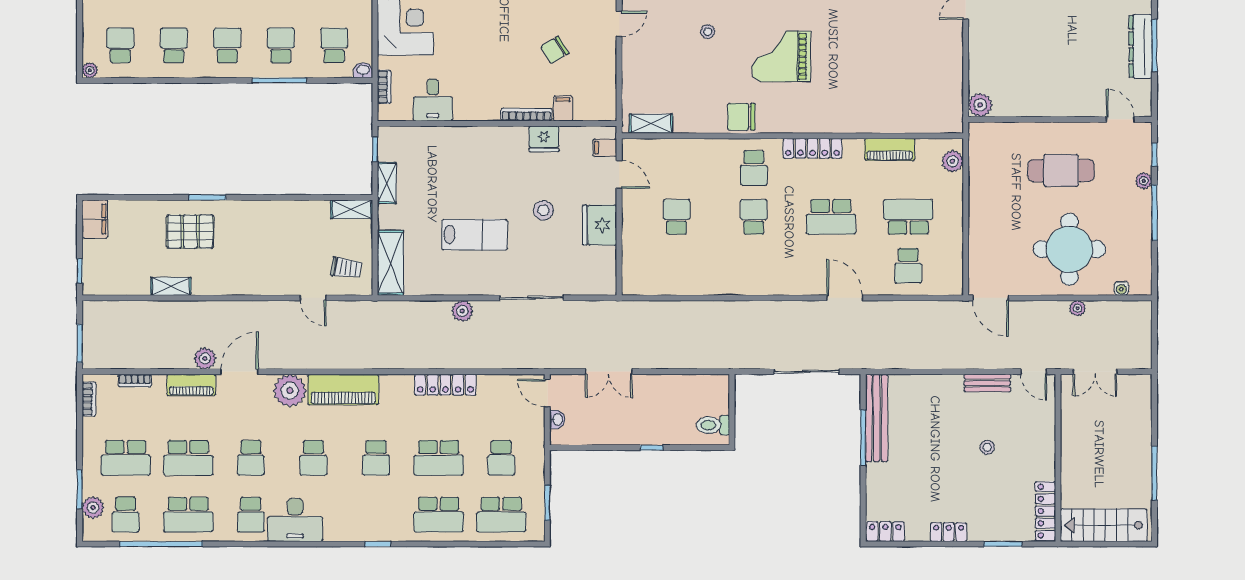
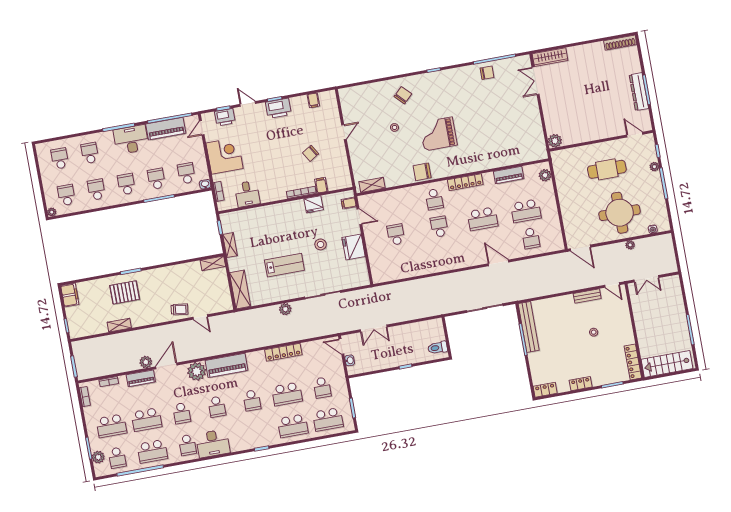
school desk: (908, 217) -> (526, 211), turned 180
trolley: (346, 268) -> (179, 309), moved

